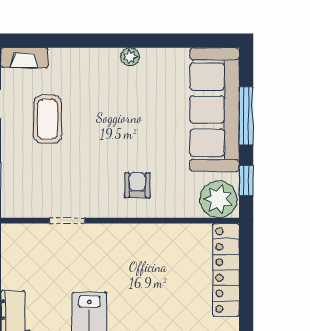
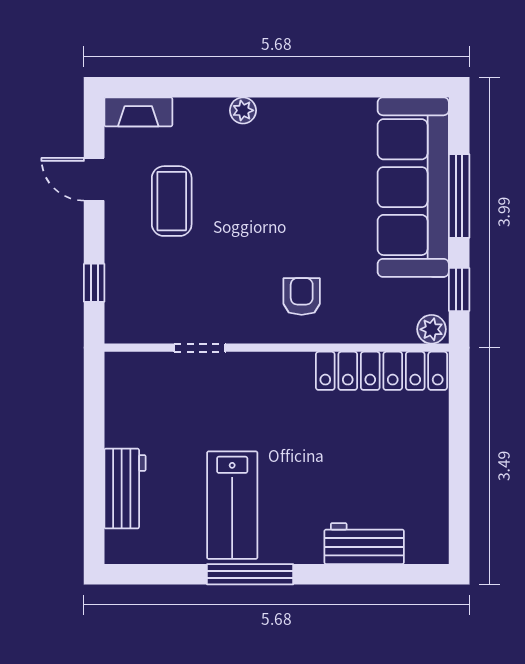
plant: (130, 57) -> (243, 110), moved
plant: (218, 199) -> (432, 329), width x0.53, depth x0.53
locker: (226, 270) -> (381, 371), moved, turned -90

